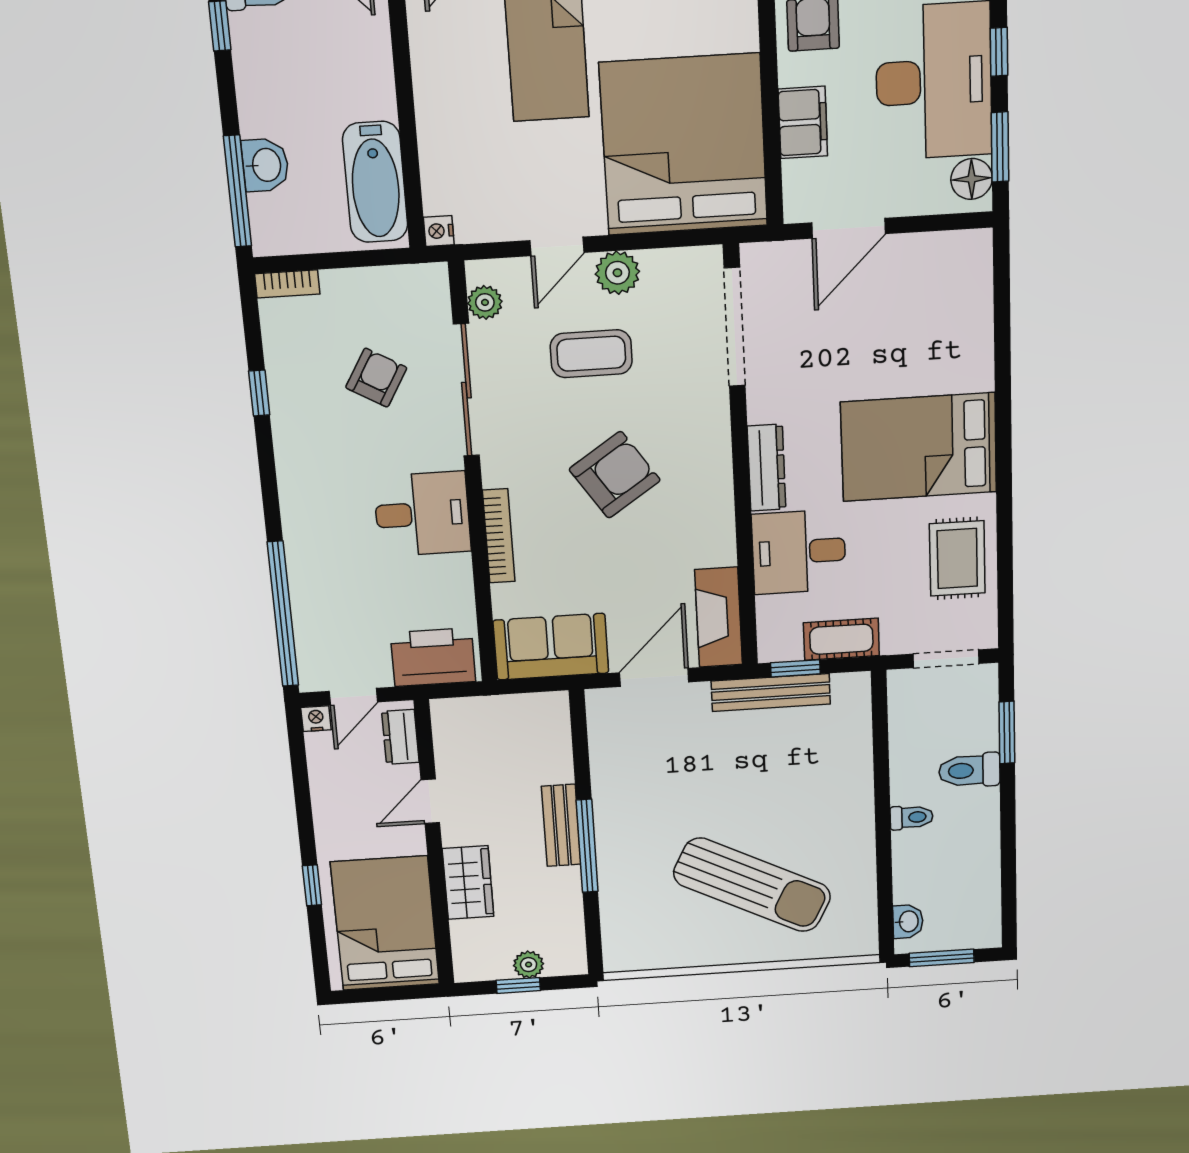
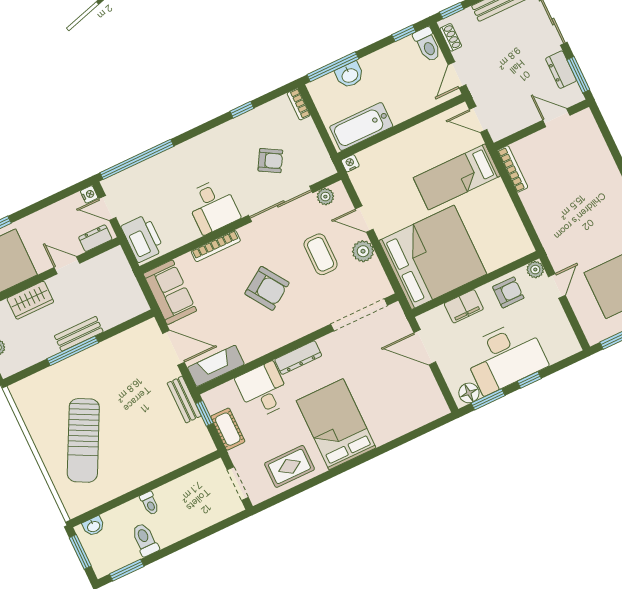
bench: (771, 693) -> (184, 400), width x0.73
window: (1007, 732) -> (127, 570), moved
toilet: (969, 770) -> (145, 540), moved

